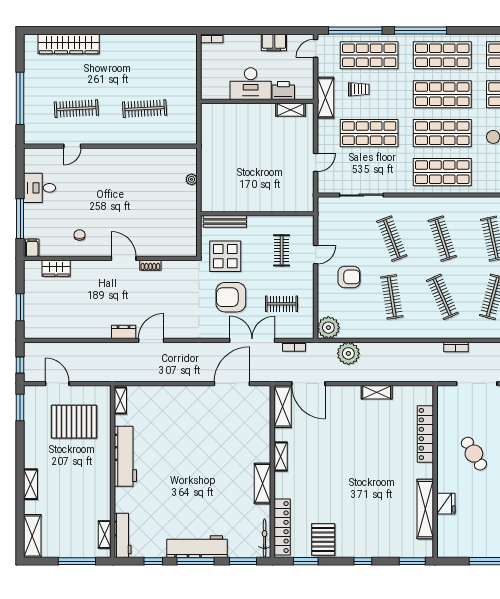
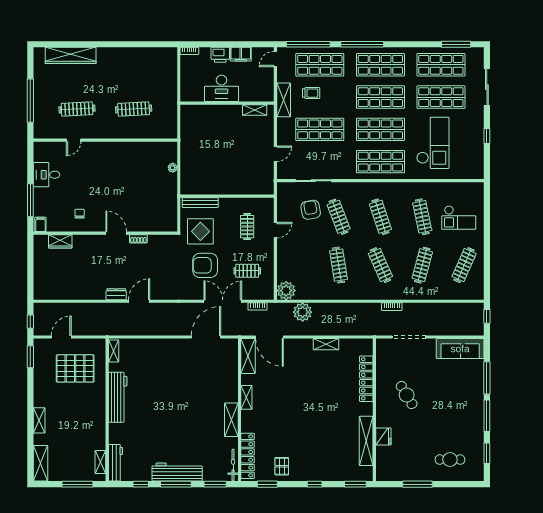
printer: (283, 91) -> (220, 55), moved, turned 180
armchair: (349, 277) -> (311, 210), moved, turned -100
window: (20, 307) -> (30, 274), removed
door: (57, 384) -> (61, 337), hinge flipped
pallet: (323, 539) -> (282, 466), width x0.67, depth x0.71

